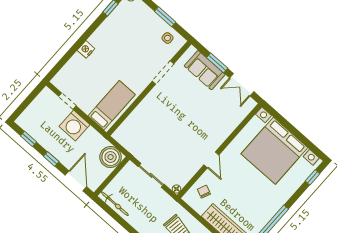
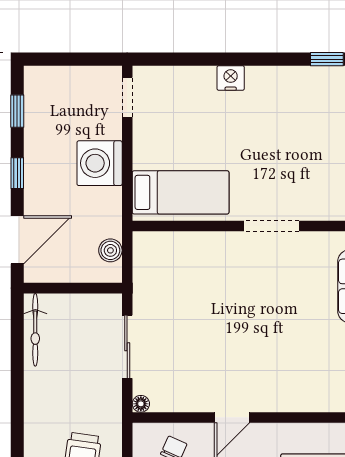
doorway: (163, 72) -> (272, 226), moved
doorway: (67, 101) -> (127, 97), moved
boiler: (111, 157) -> (110, 250), width x0.54, depth x0.54

